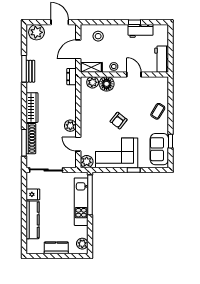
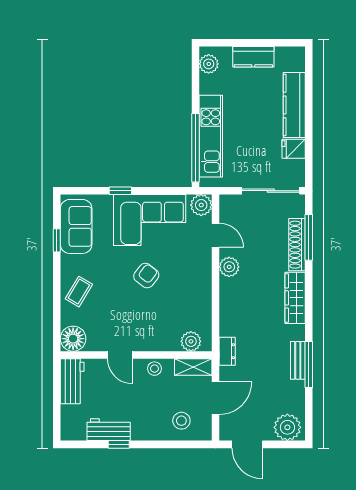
floor lamp: (107, 84) -> (73, 339), moved

